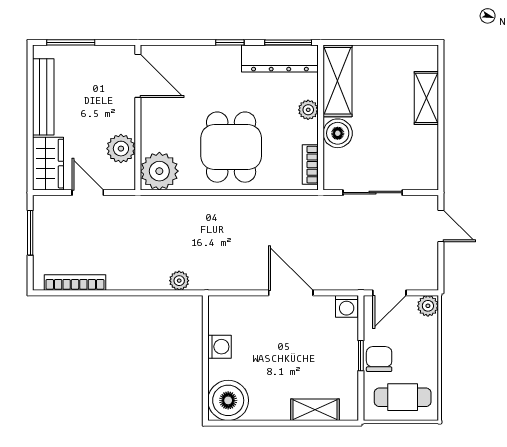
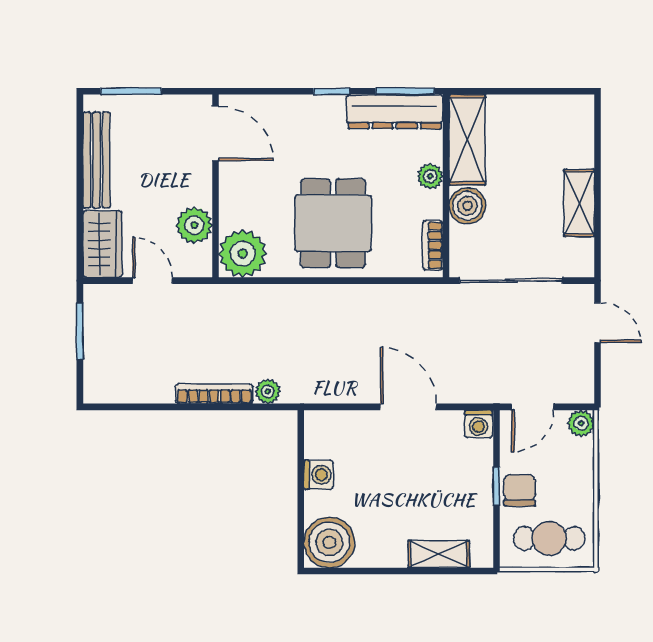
shelving: (426, 98) -> (579, 203), moved
sliding door: (373, 193) -> (511, 281), width x1.37
bookcase: (75, 282) -> (214, 394), moved

